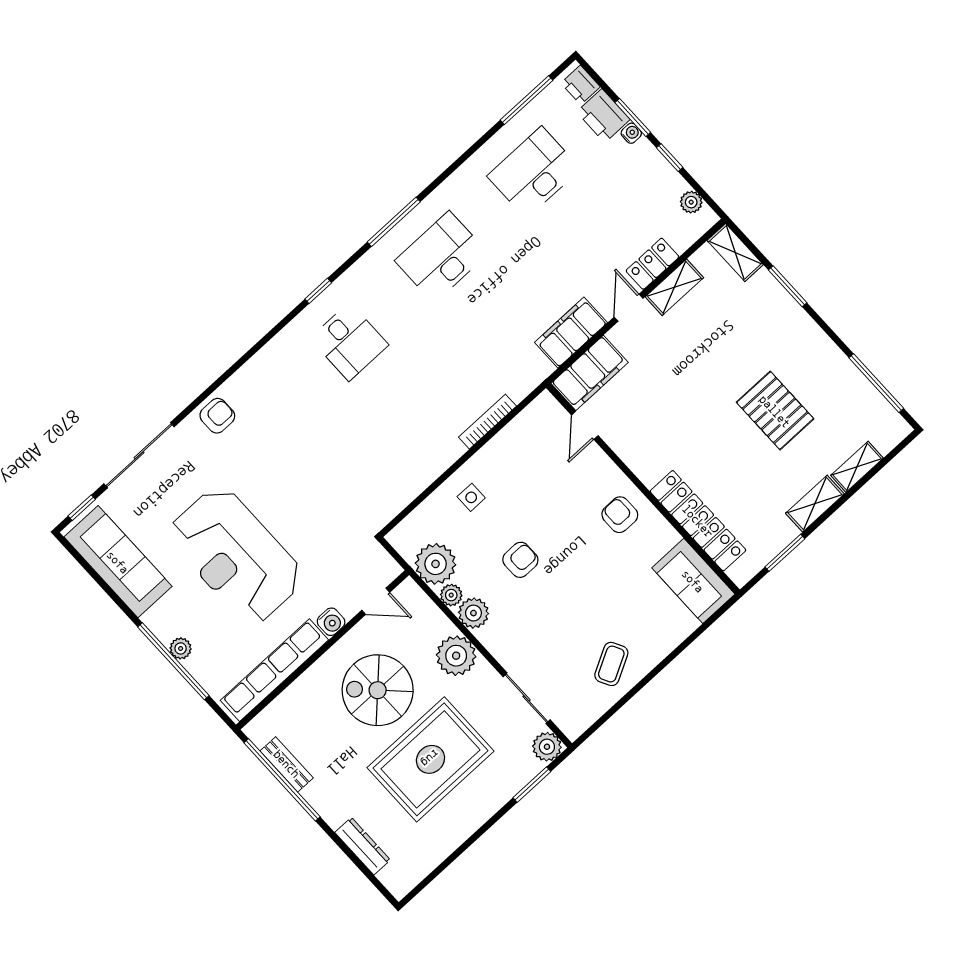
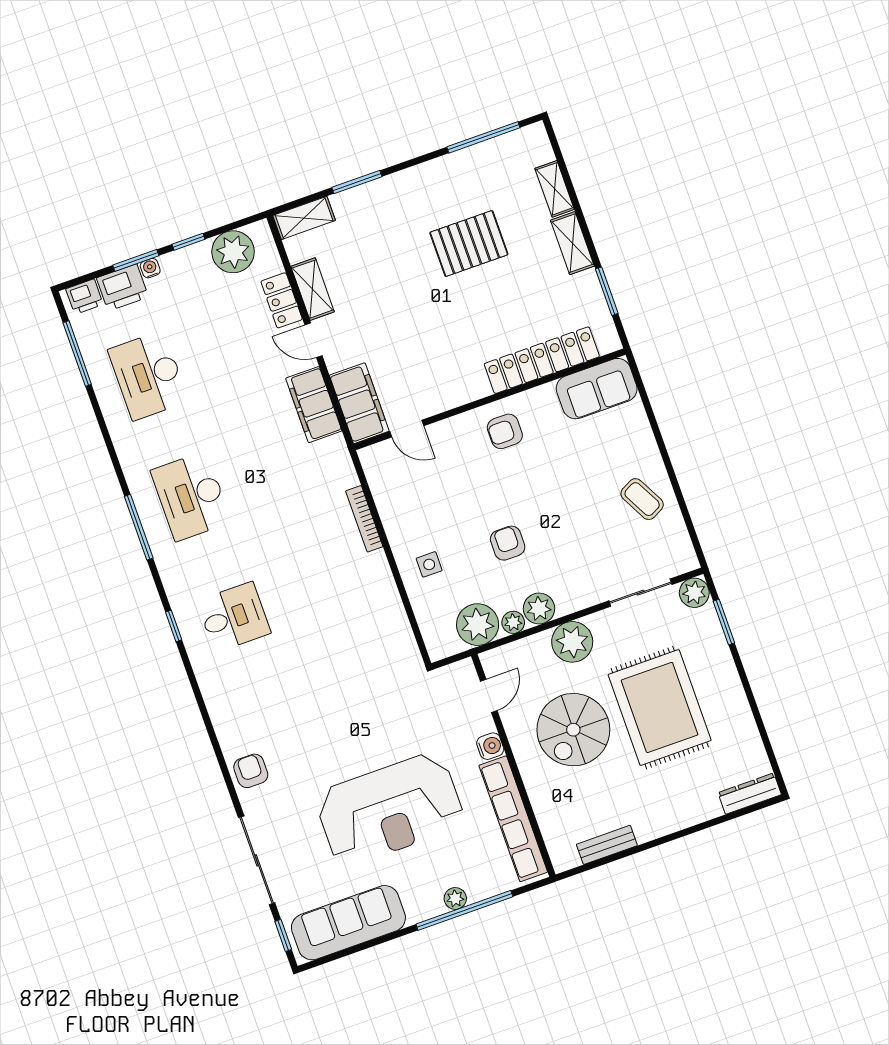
plant: (691, 202) -> (233, 252), width x1.87, depth x1.87
window: (282, 780) -> (619, 856), removed
dresser: (363, 846) -> (750, 794), moved

